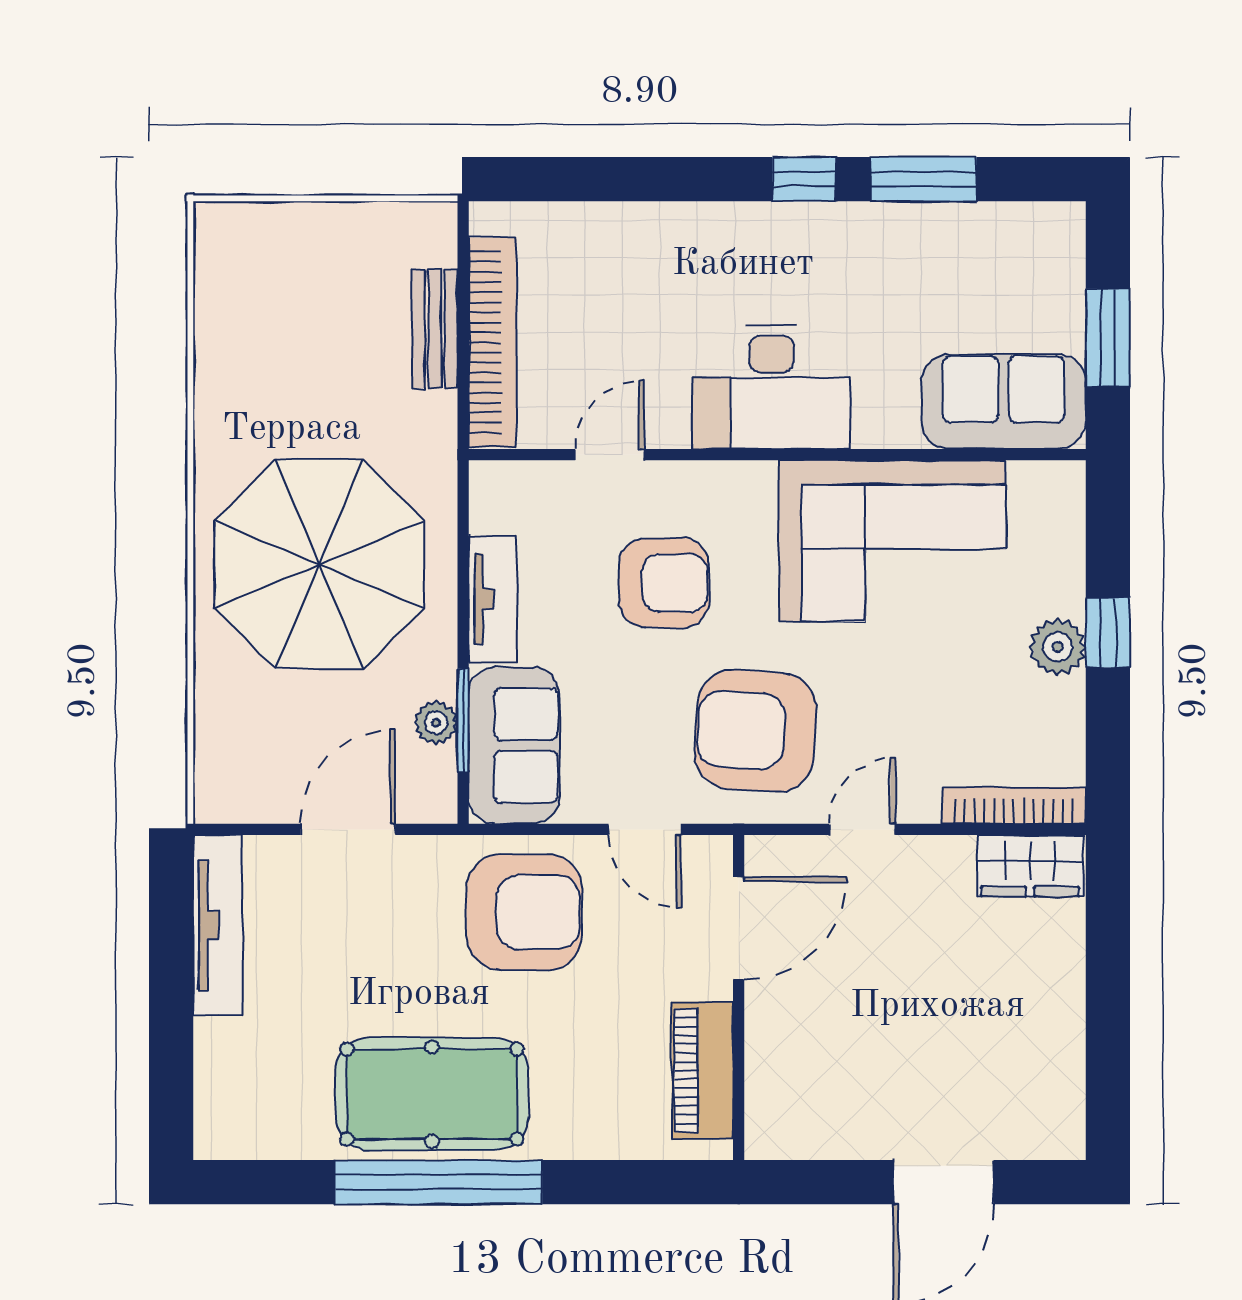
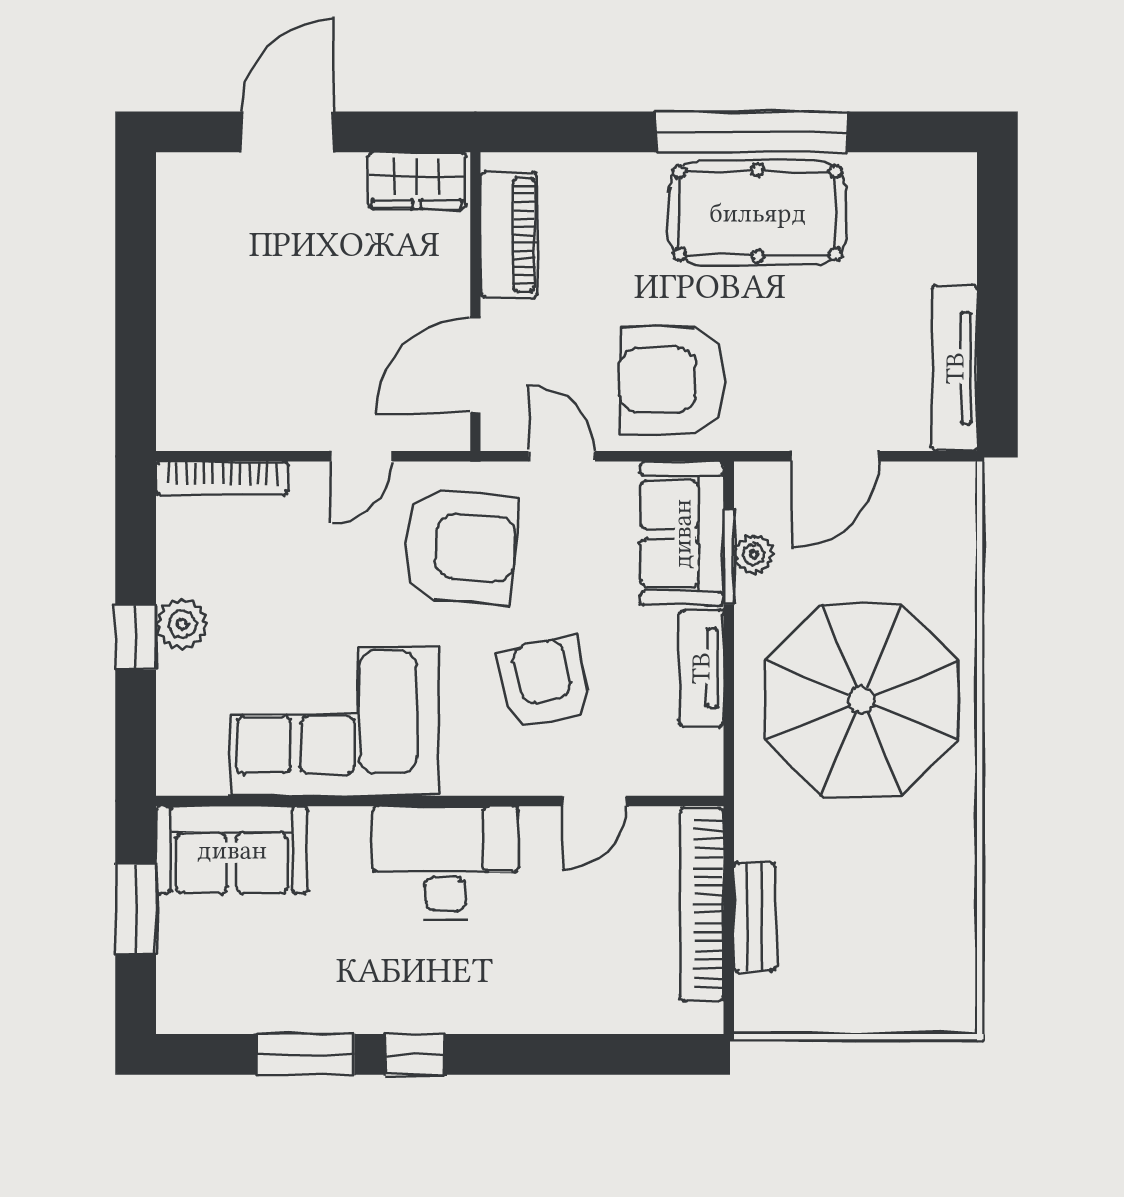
armchair: (664, 583) -> (544, 683), turned 78
wardrobe: (1030, 866) -> (417, 180), moved, turned 180

